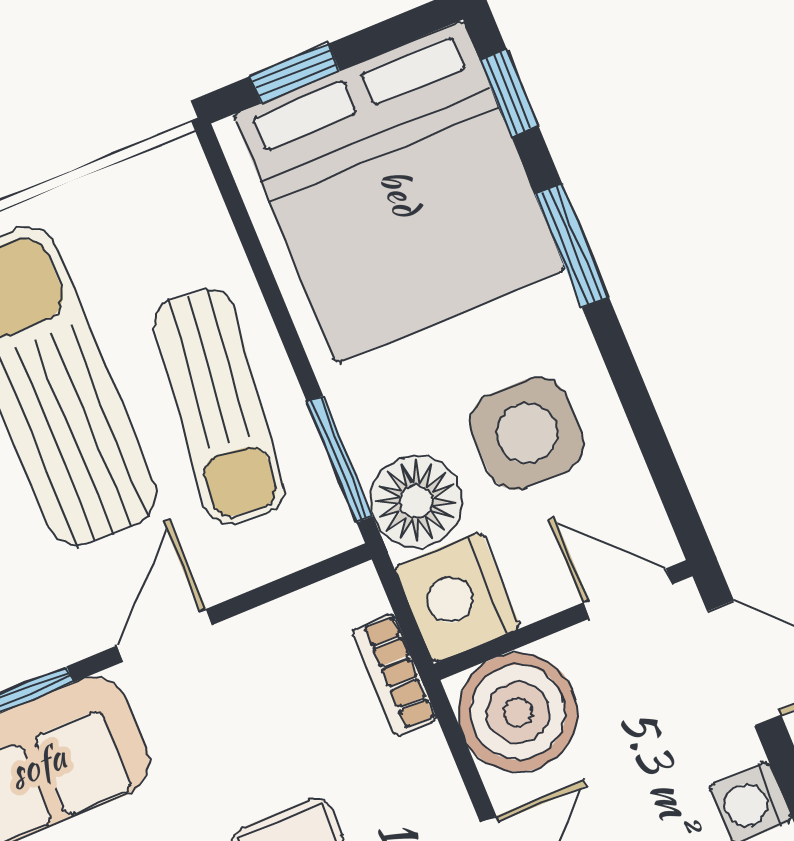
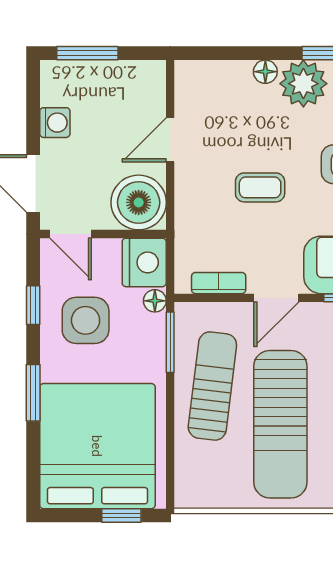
window: (509, 93) -> (33, 305), moved
floor lamp: (416, 501) -> (155, 301), width x0.53, depth x0.53
bookcase: (394, 675) -> (219, 283), moved, turned -90

